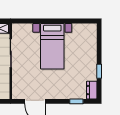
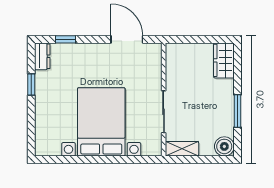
bed with nightstands: (52, 46) -> (101, 122), width x1.36

